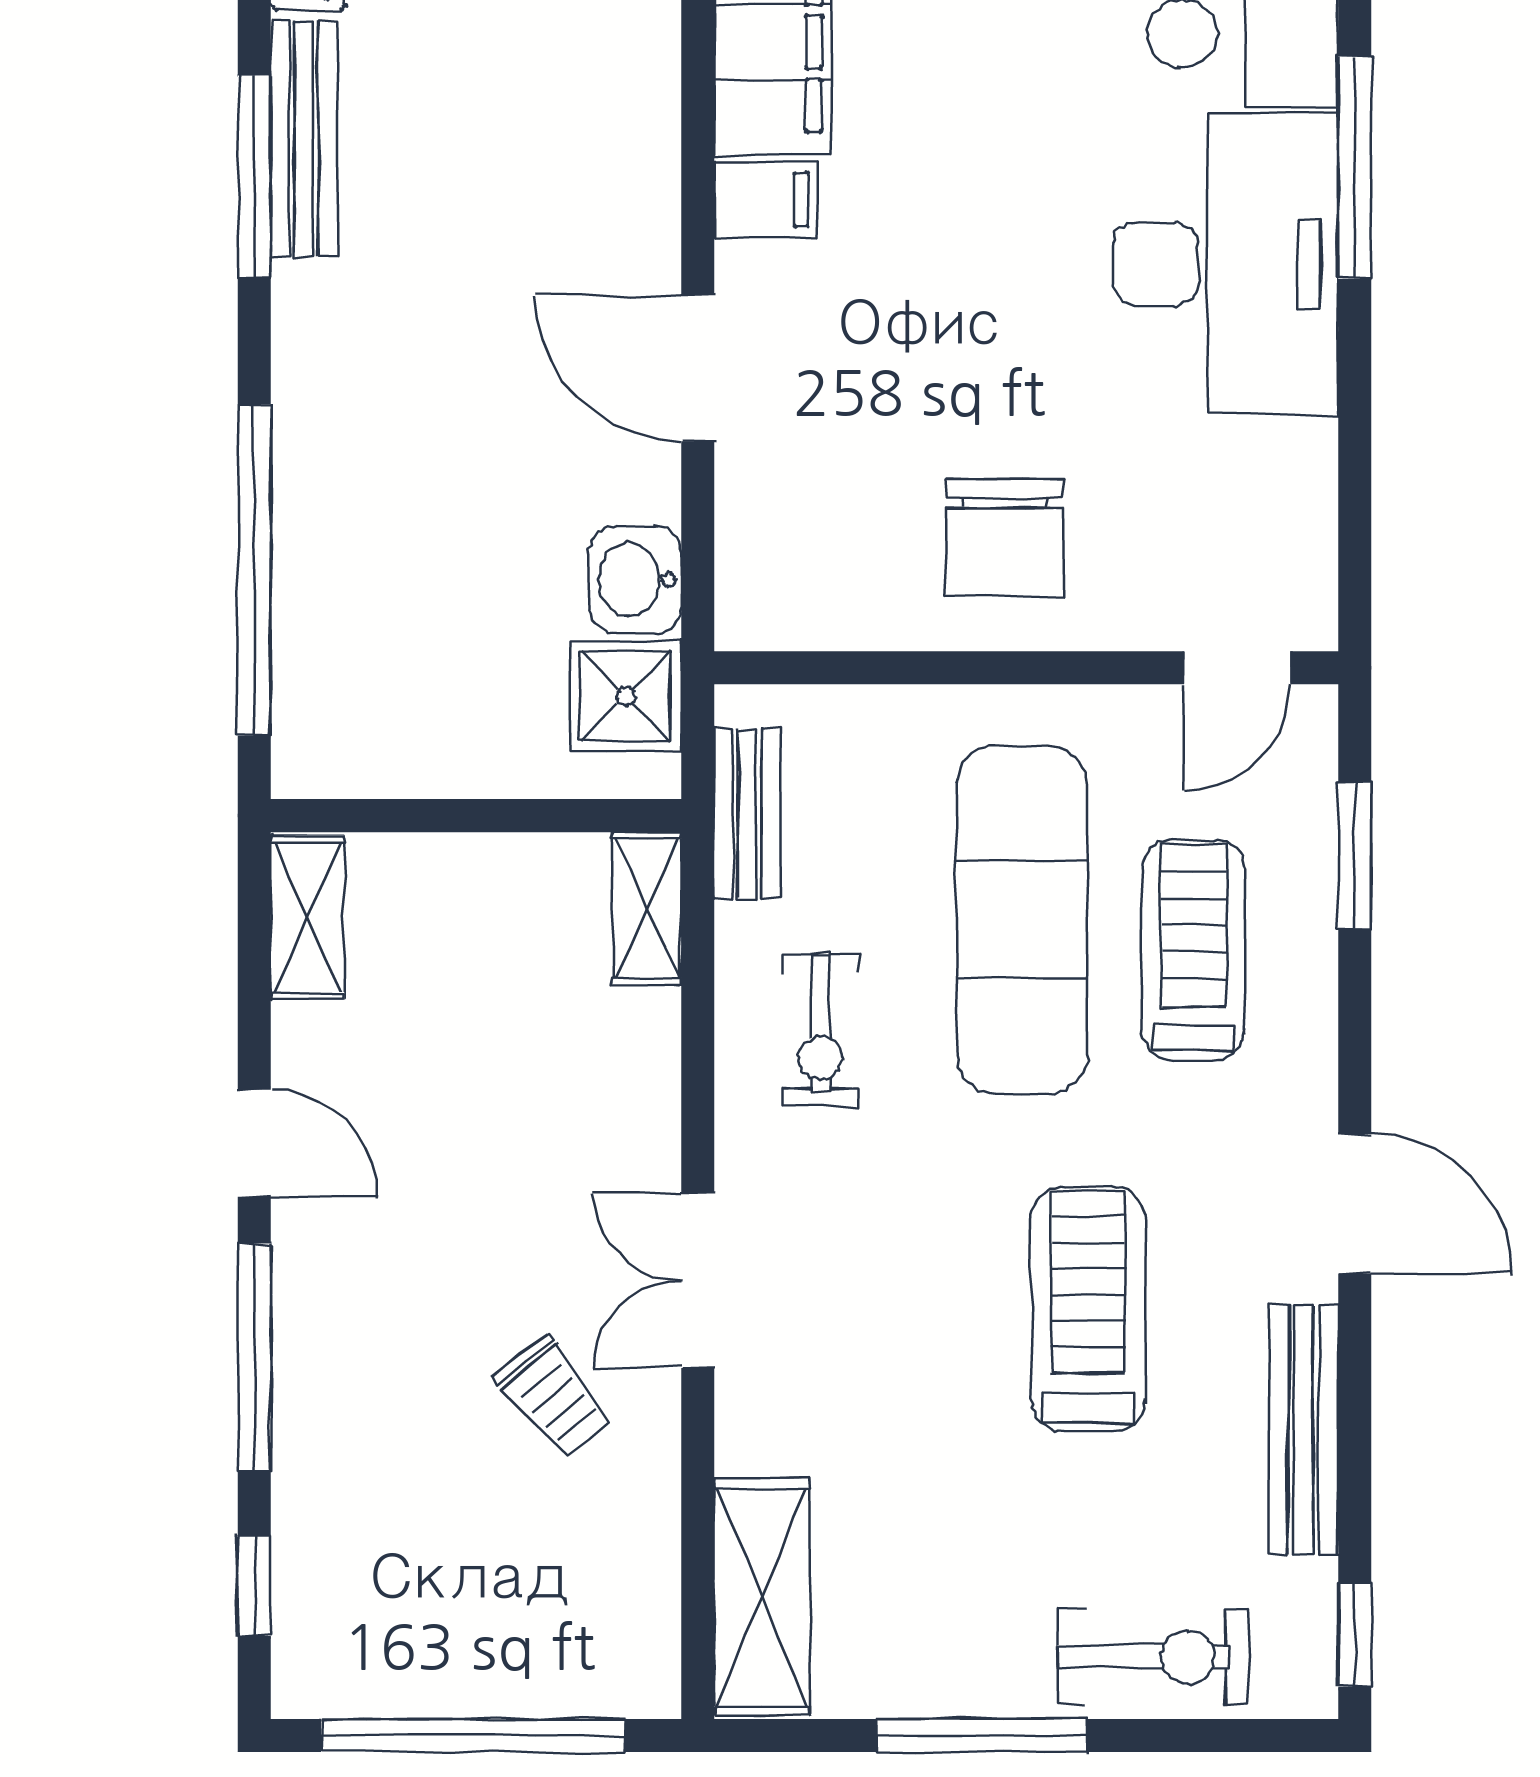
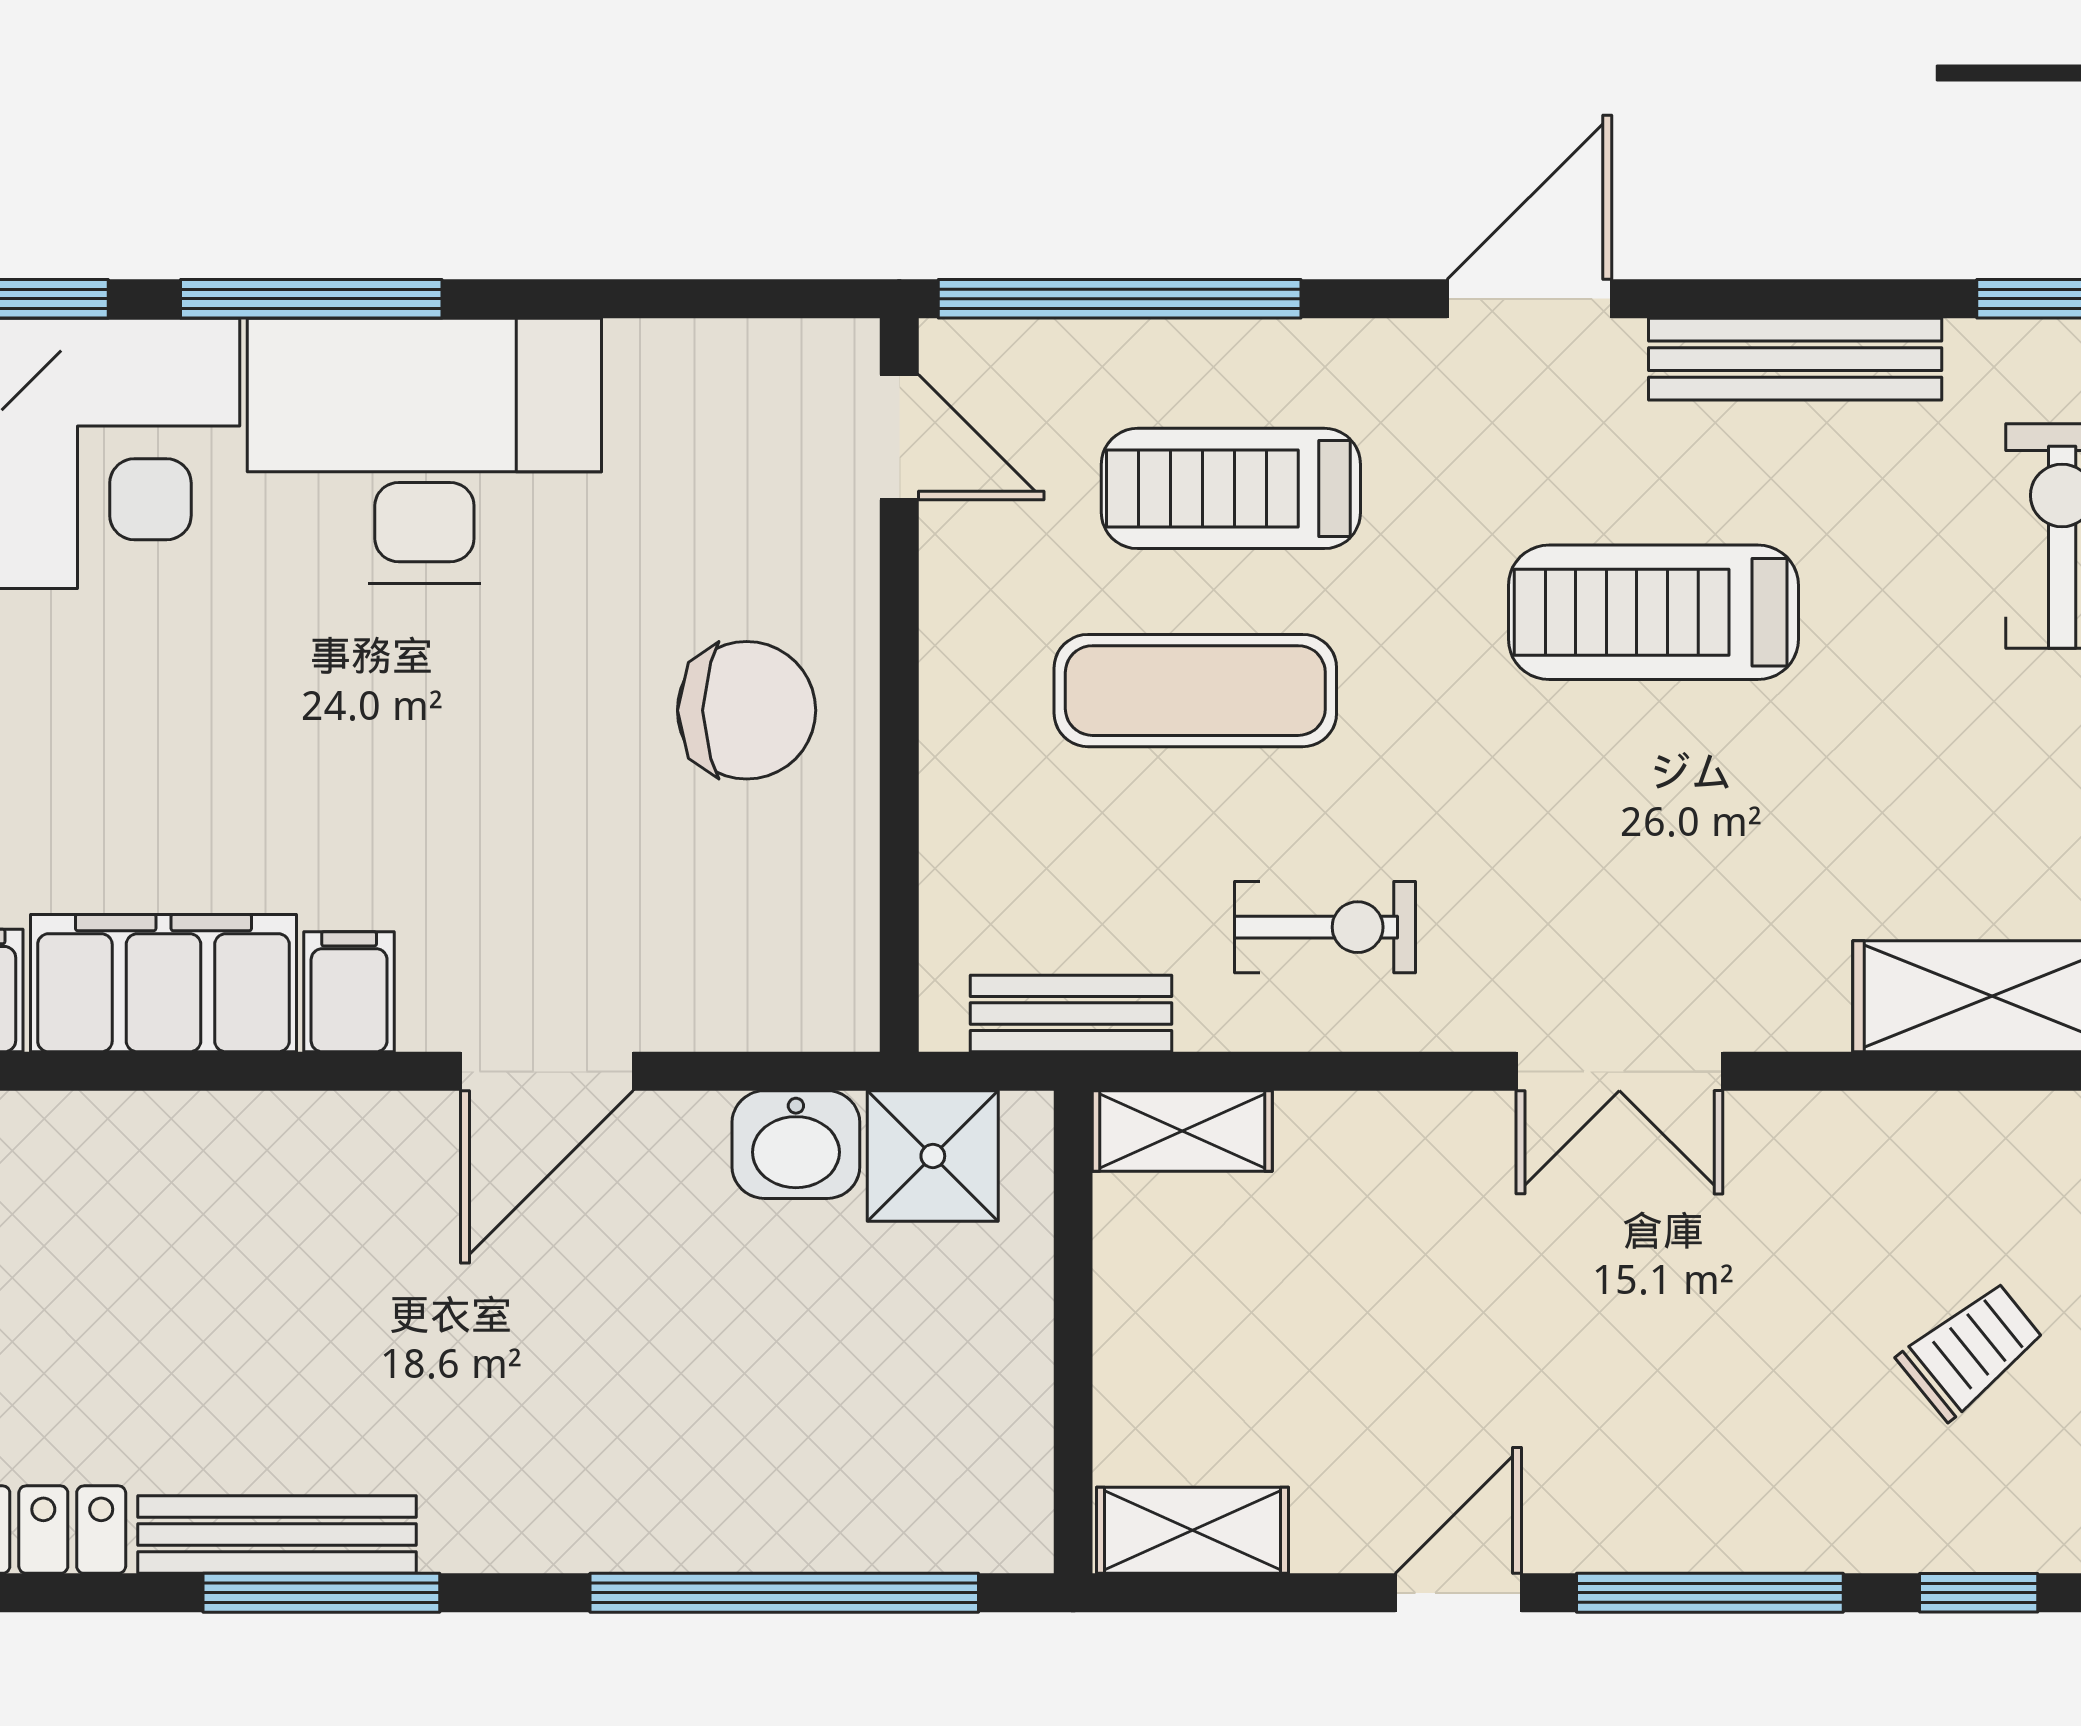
window: (1355, 855) -> (1120, 299), width x2.11
exercise mat: (1022, 920) -> (1195, 691), width x0.73, depth x0.69
trolley: (554, 1398) -> (1971, 1350), moved

